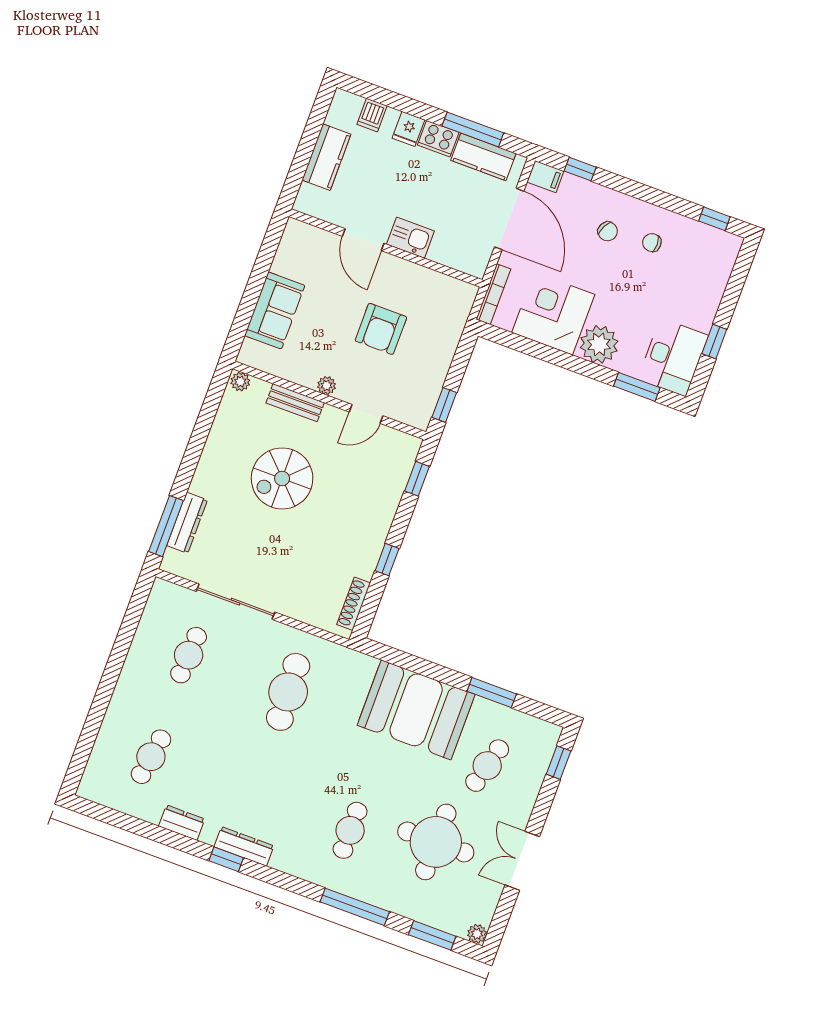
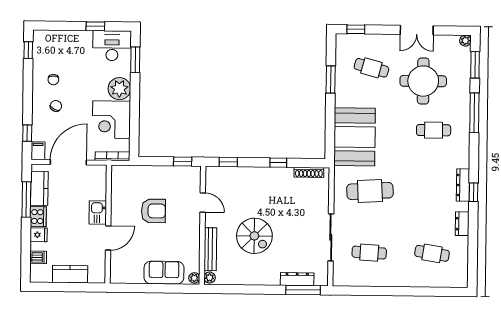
plant: (327, 385) -> (194, 278), moved
bench: (295, 403) -> (210, 249), width x1.36
booth: (416, 710) -> (355, 137), moved

